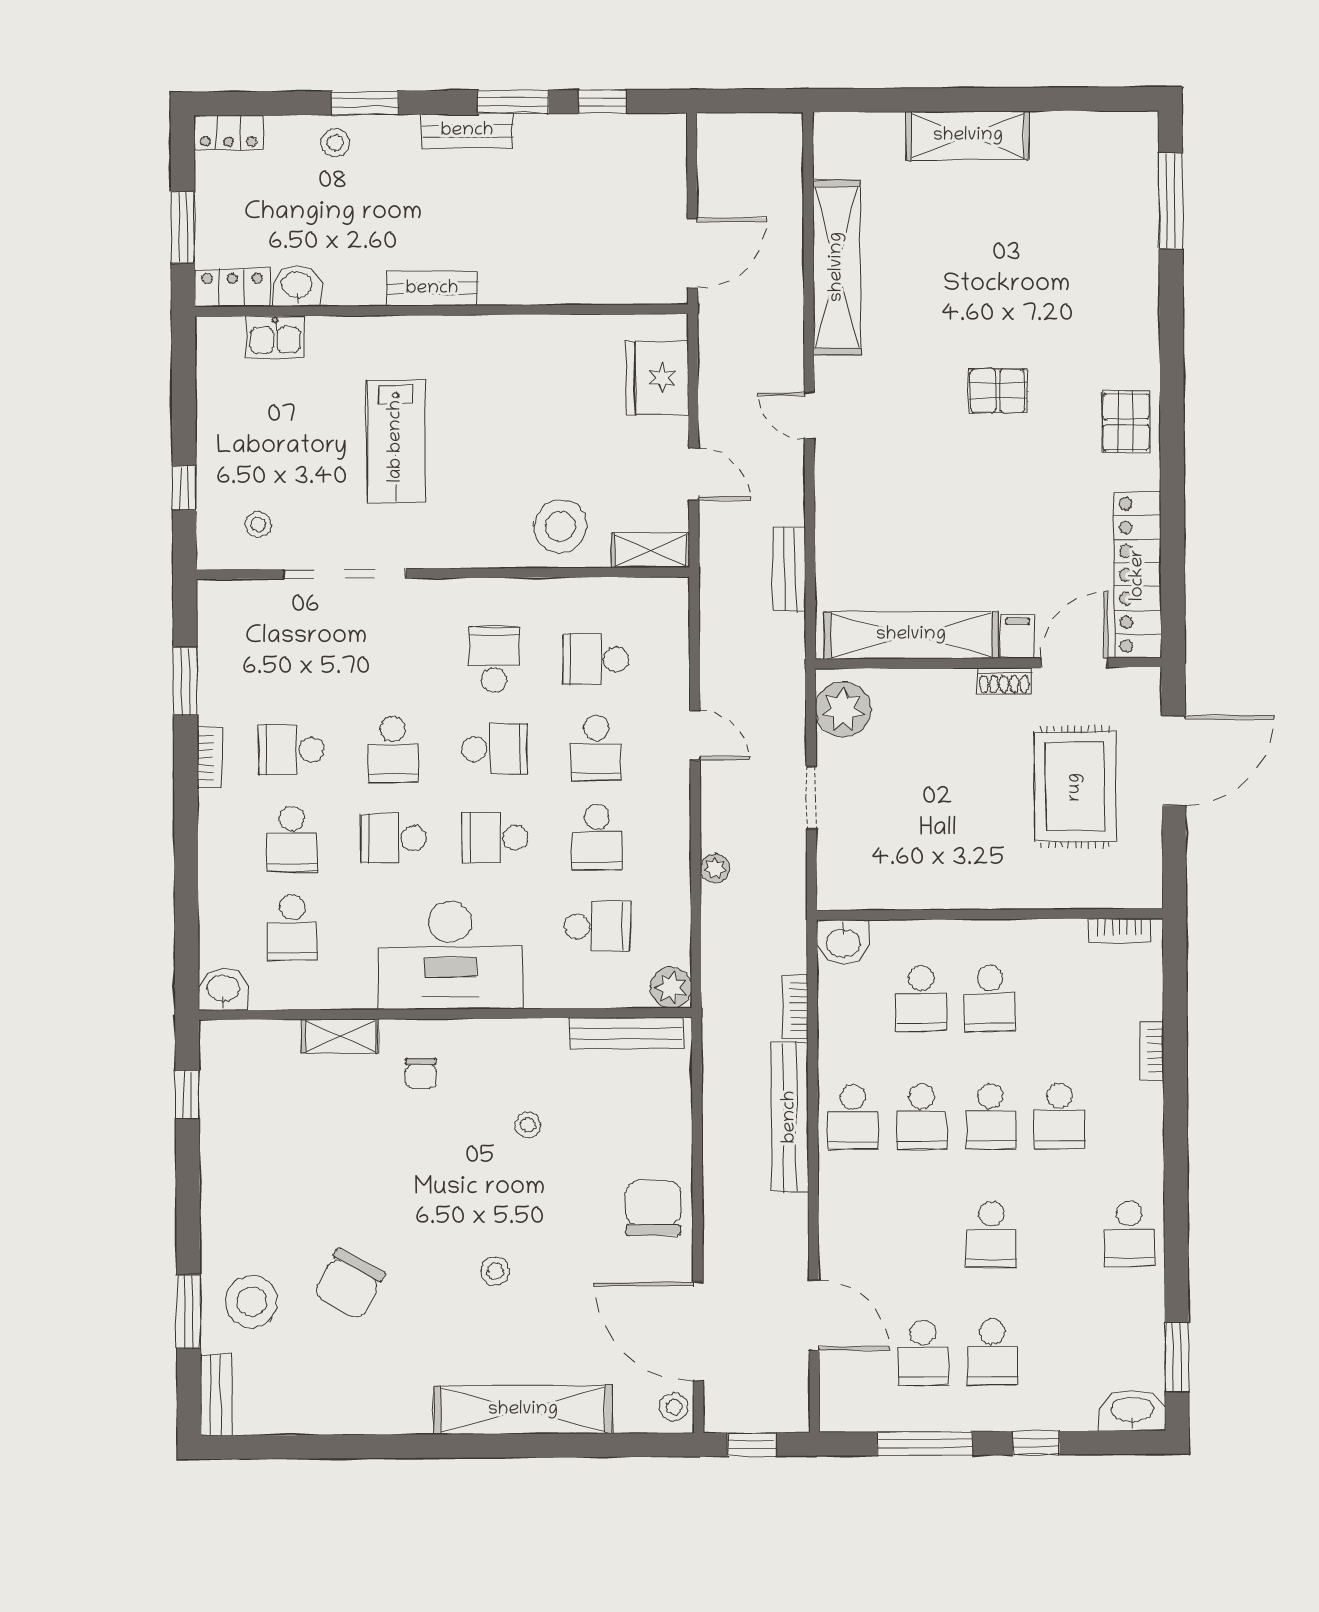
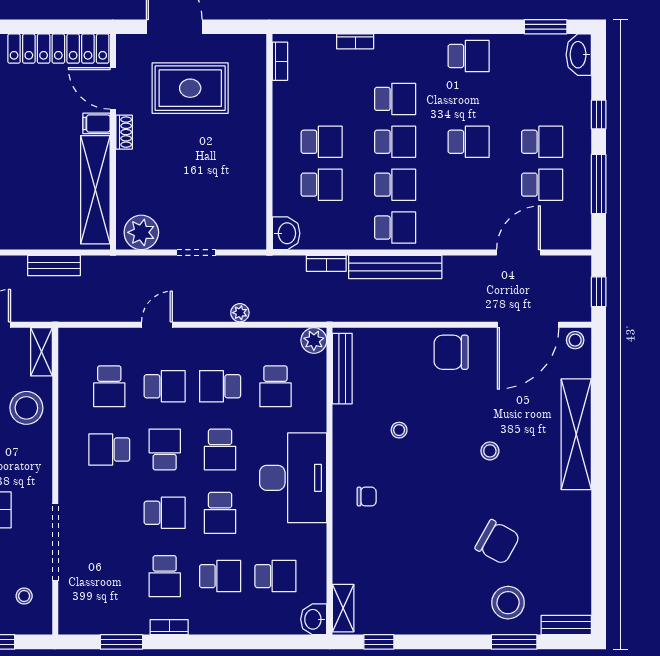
school desk: (597, 837) -> (220, 386), turned 180
school desk: (597, 926) -> (275, 386), turned 180
shelving: (340, 1036) -> (343, 608), moved

